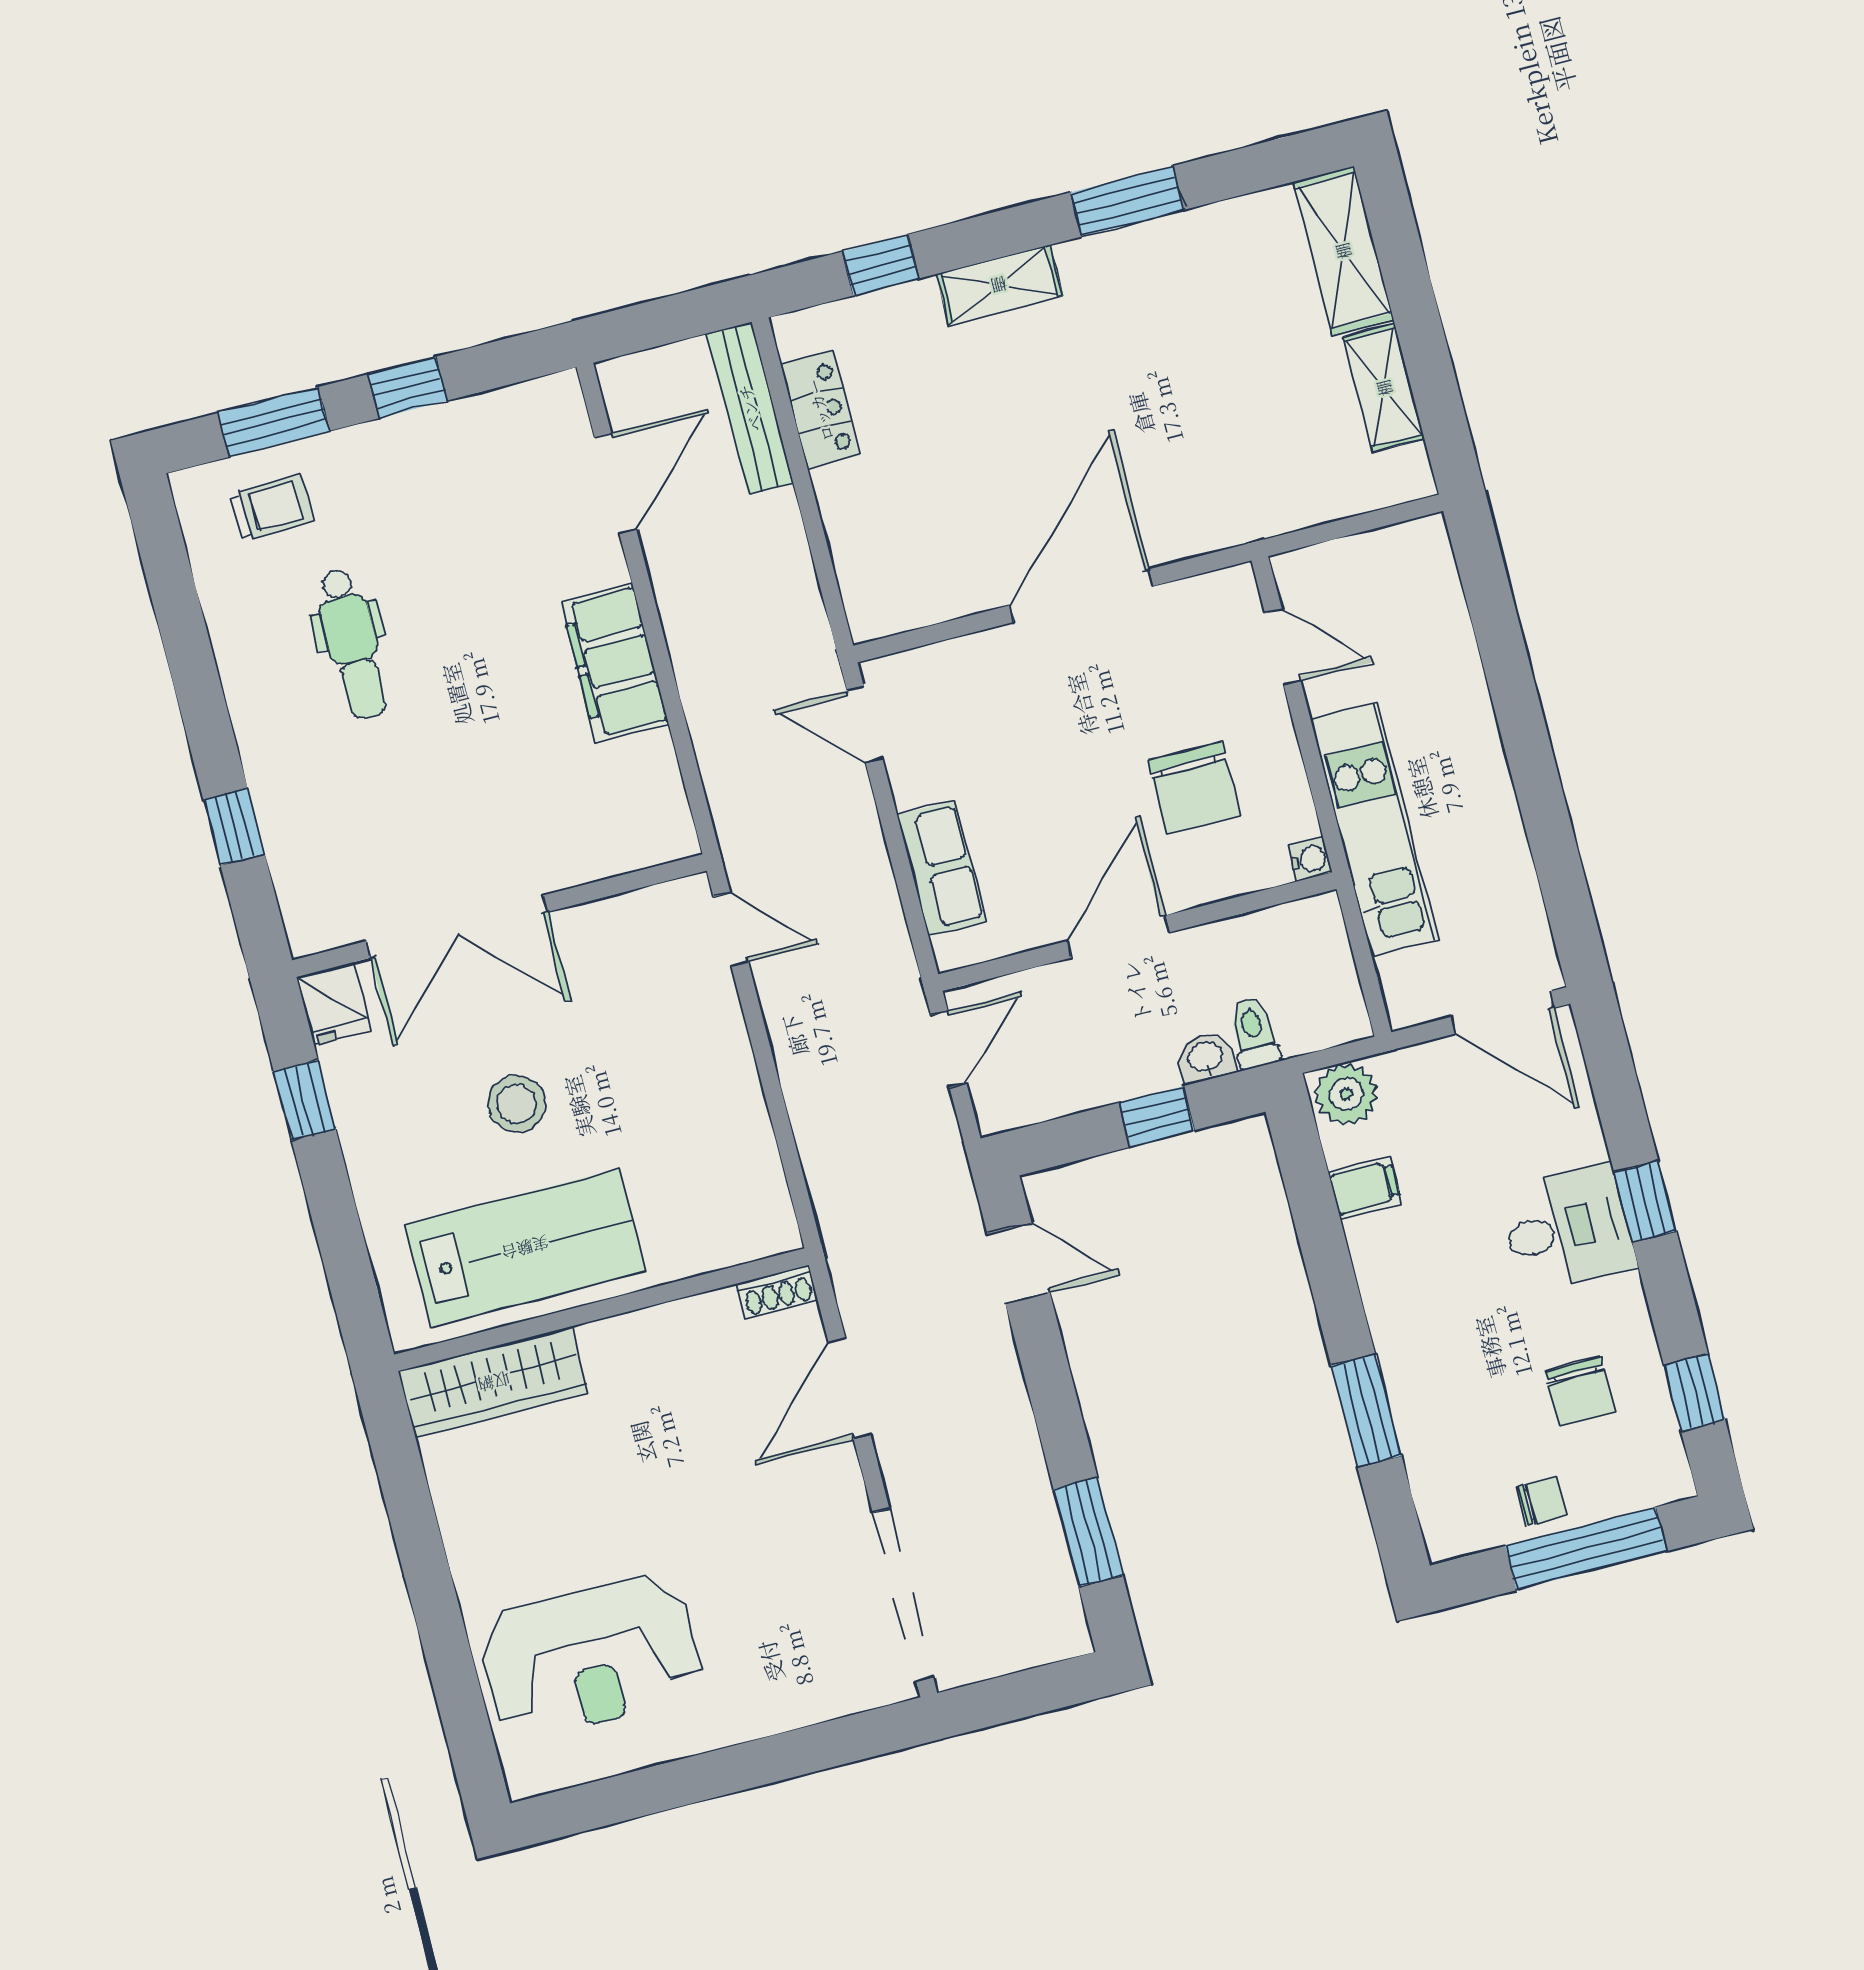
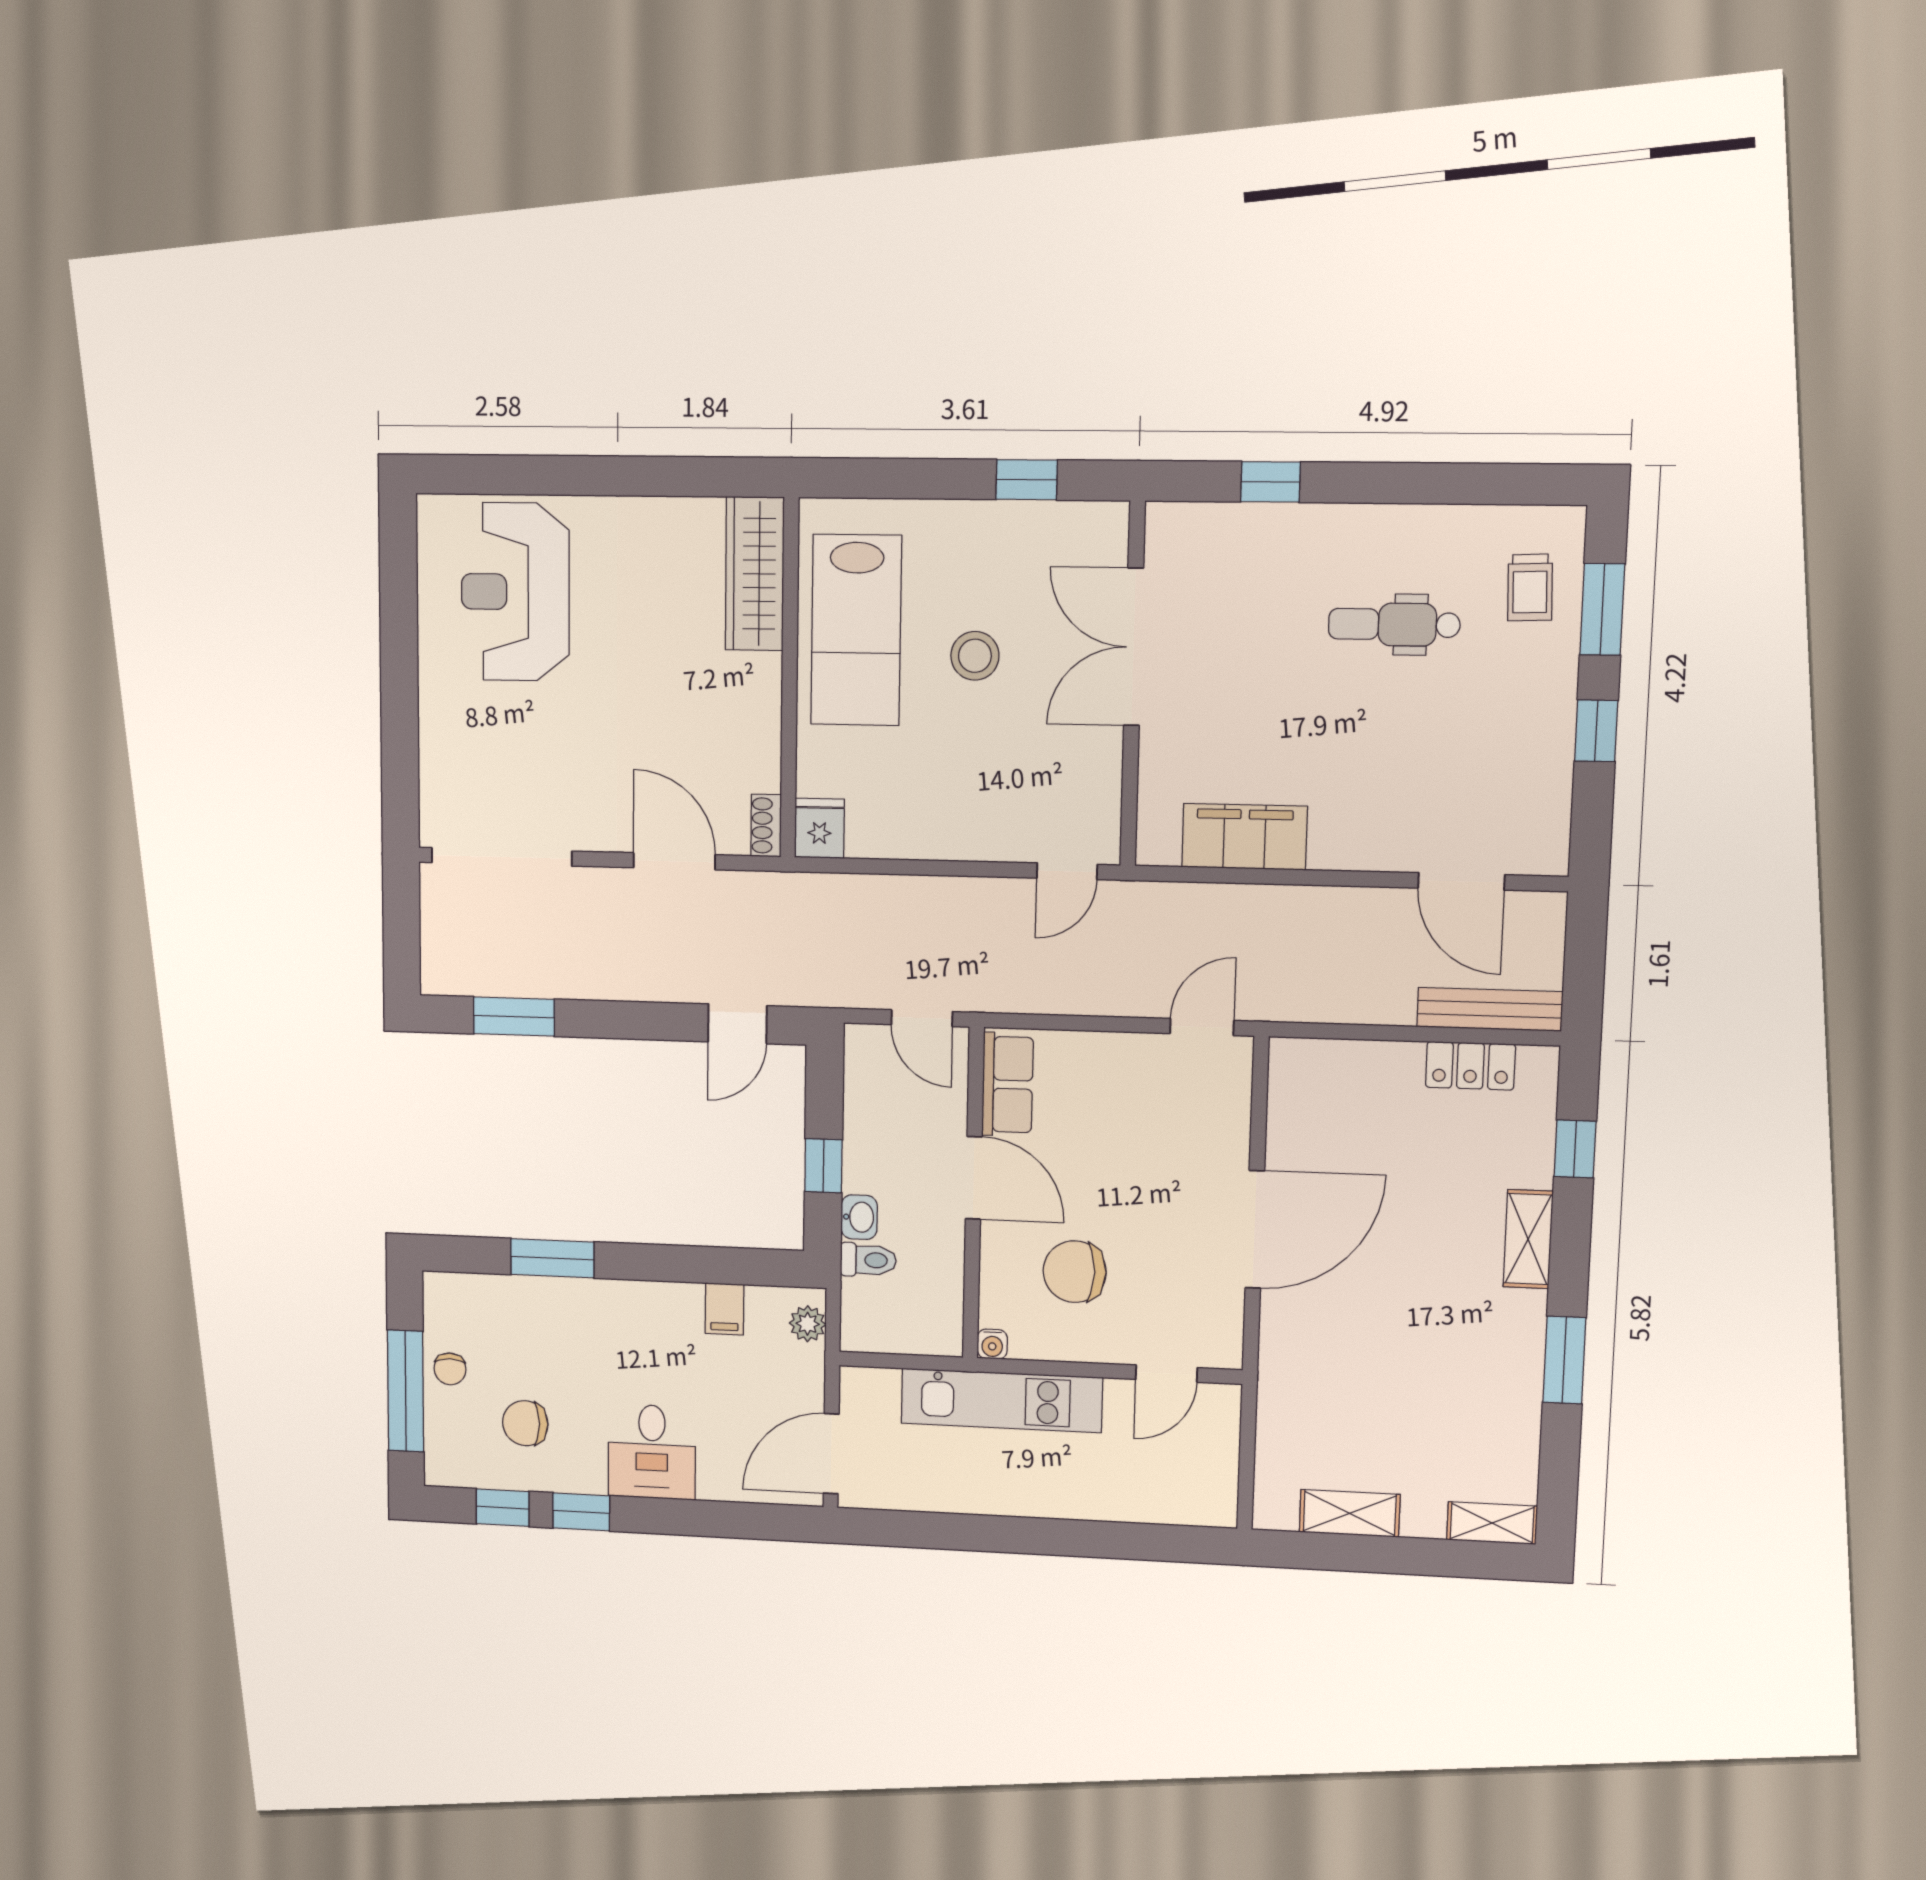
shelving: (1343, 251) -> (1492, 1523), width x0.67, depth x0.75
door: (1081, 596) -> (1255, 1229), hinge flipped
filing cabinet: (614, 663) -> (1244, 837), moved
row of seats: (942, 868) -> (1007, 1084), moved, turned -90
fridge: (334, 1004) -> (819, 828), moved, turned 90
plant: (1346, 1094) -> (808, 1324), width x0.73, depth x0.73
window: (1645, 1202) -> (581, 1512), moved

